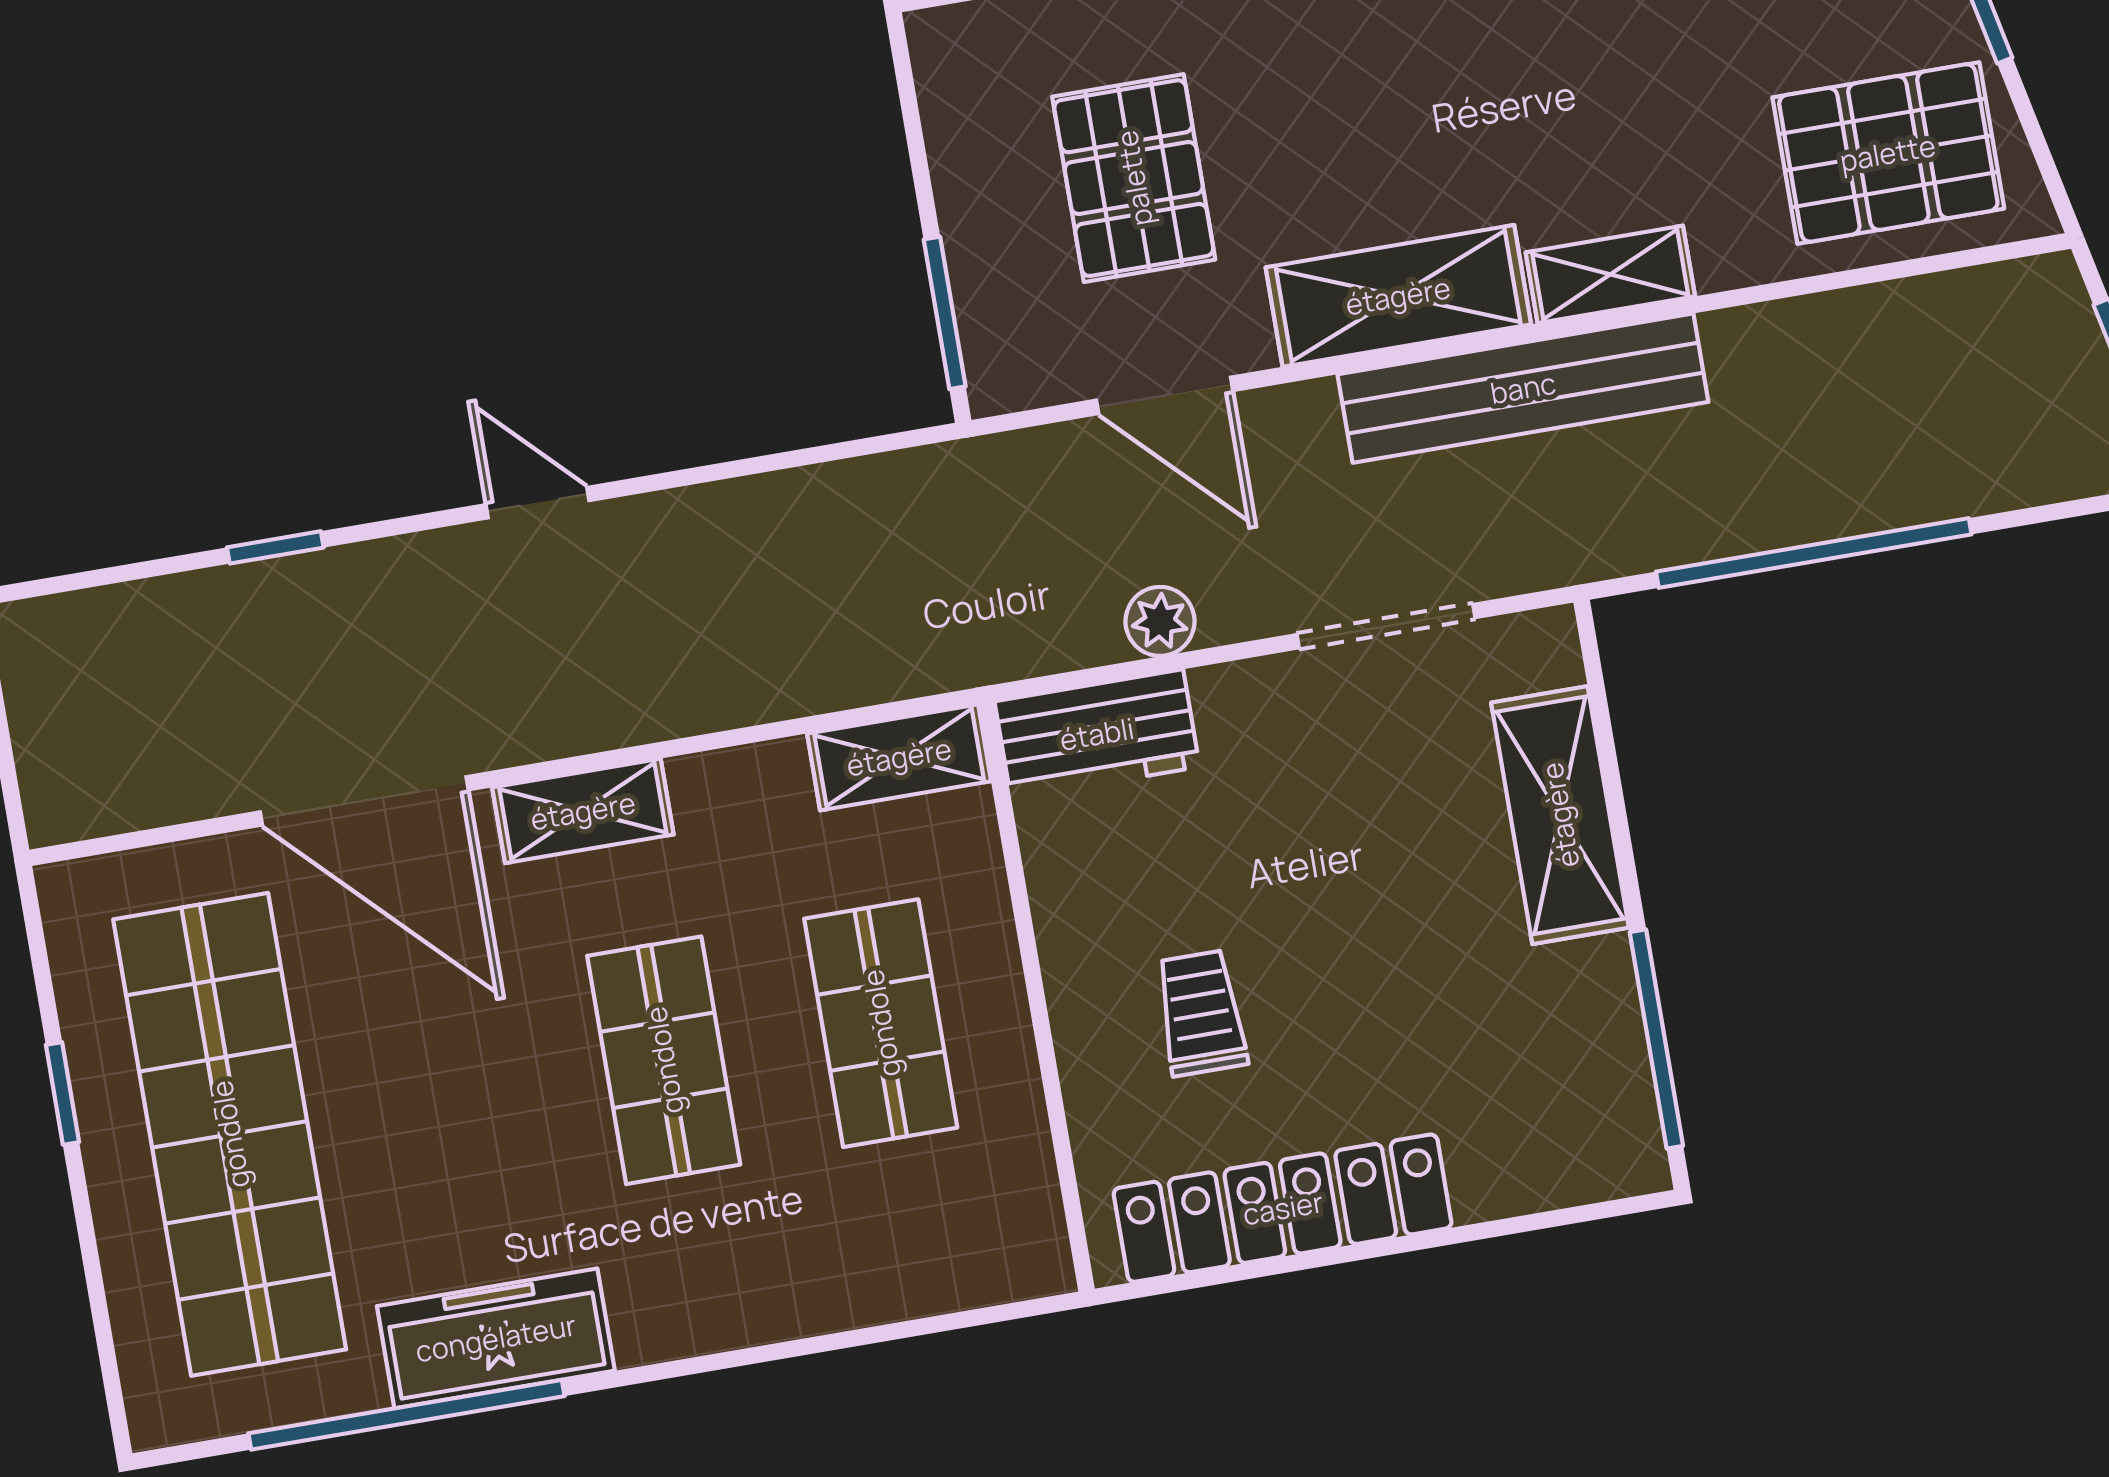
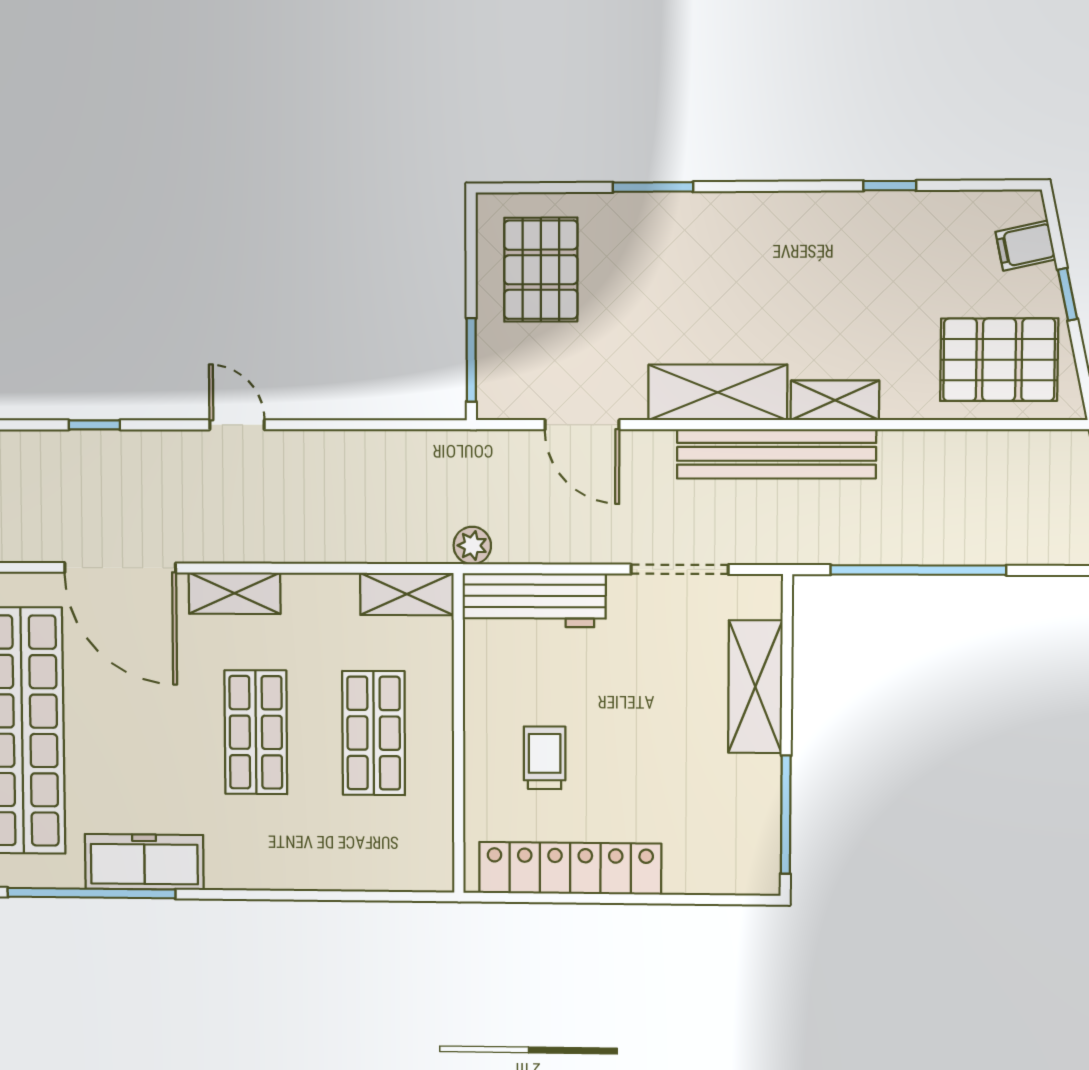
pallet: (1134, 178) -> (541, 270), moved
plant: (1160, 621) -> (472, 546), moved
workbench: (1097, 734) -> (534, 600), width x1.38

